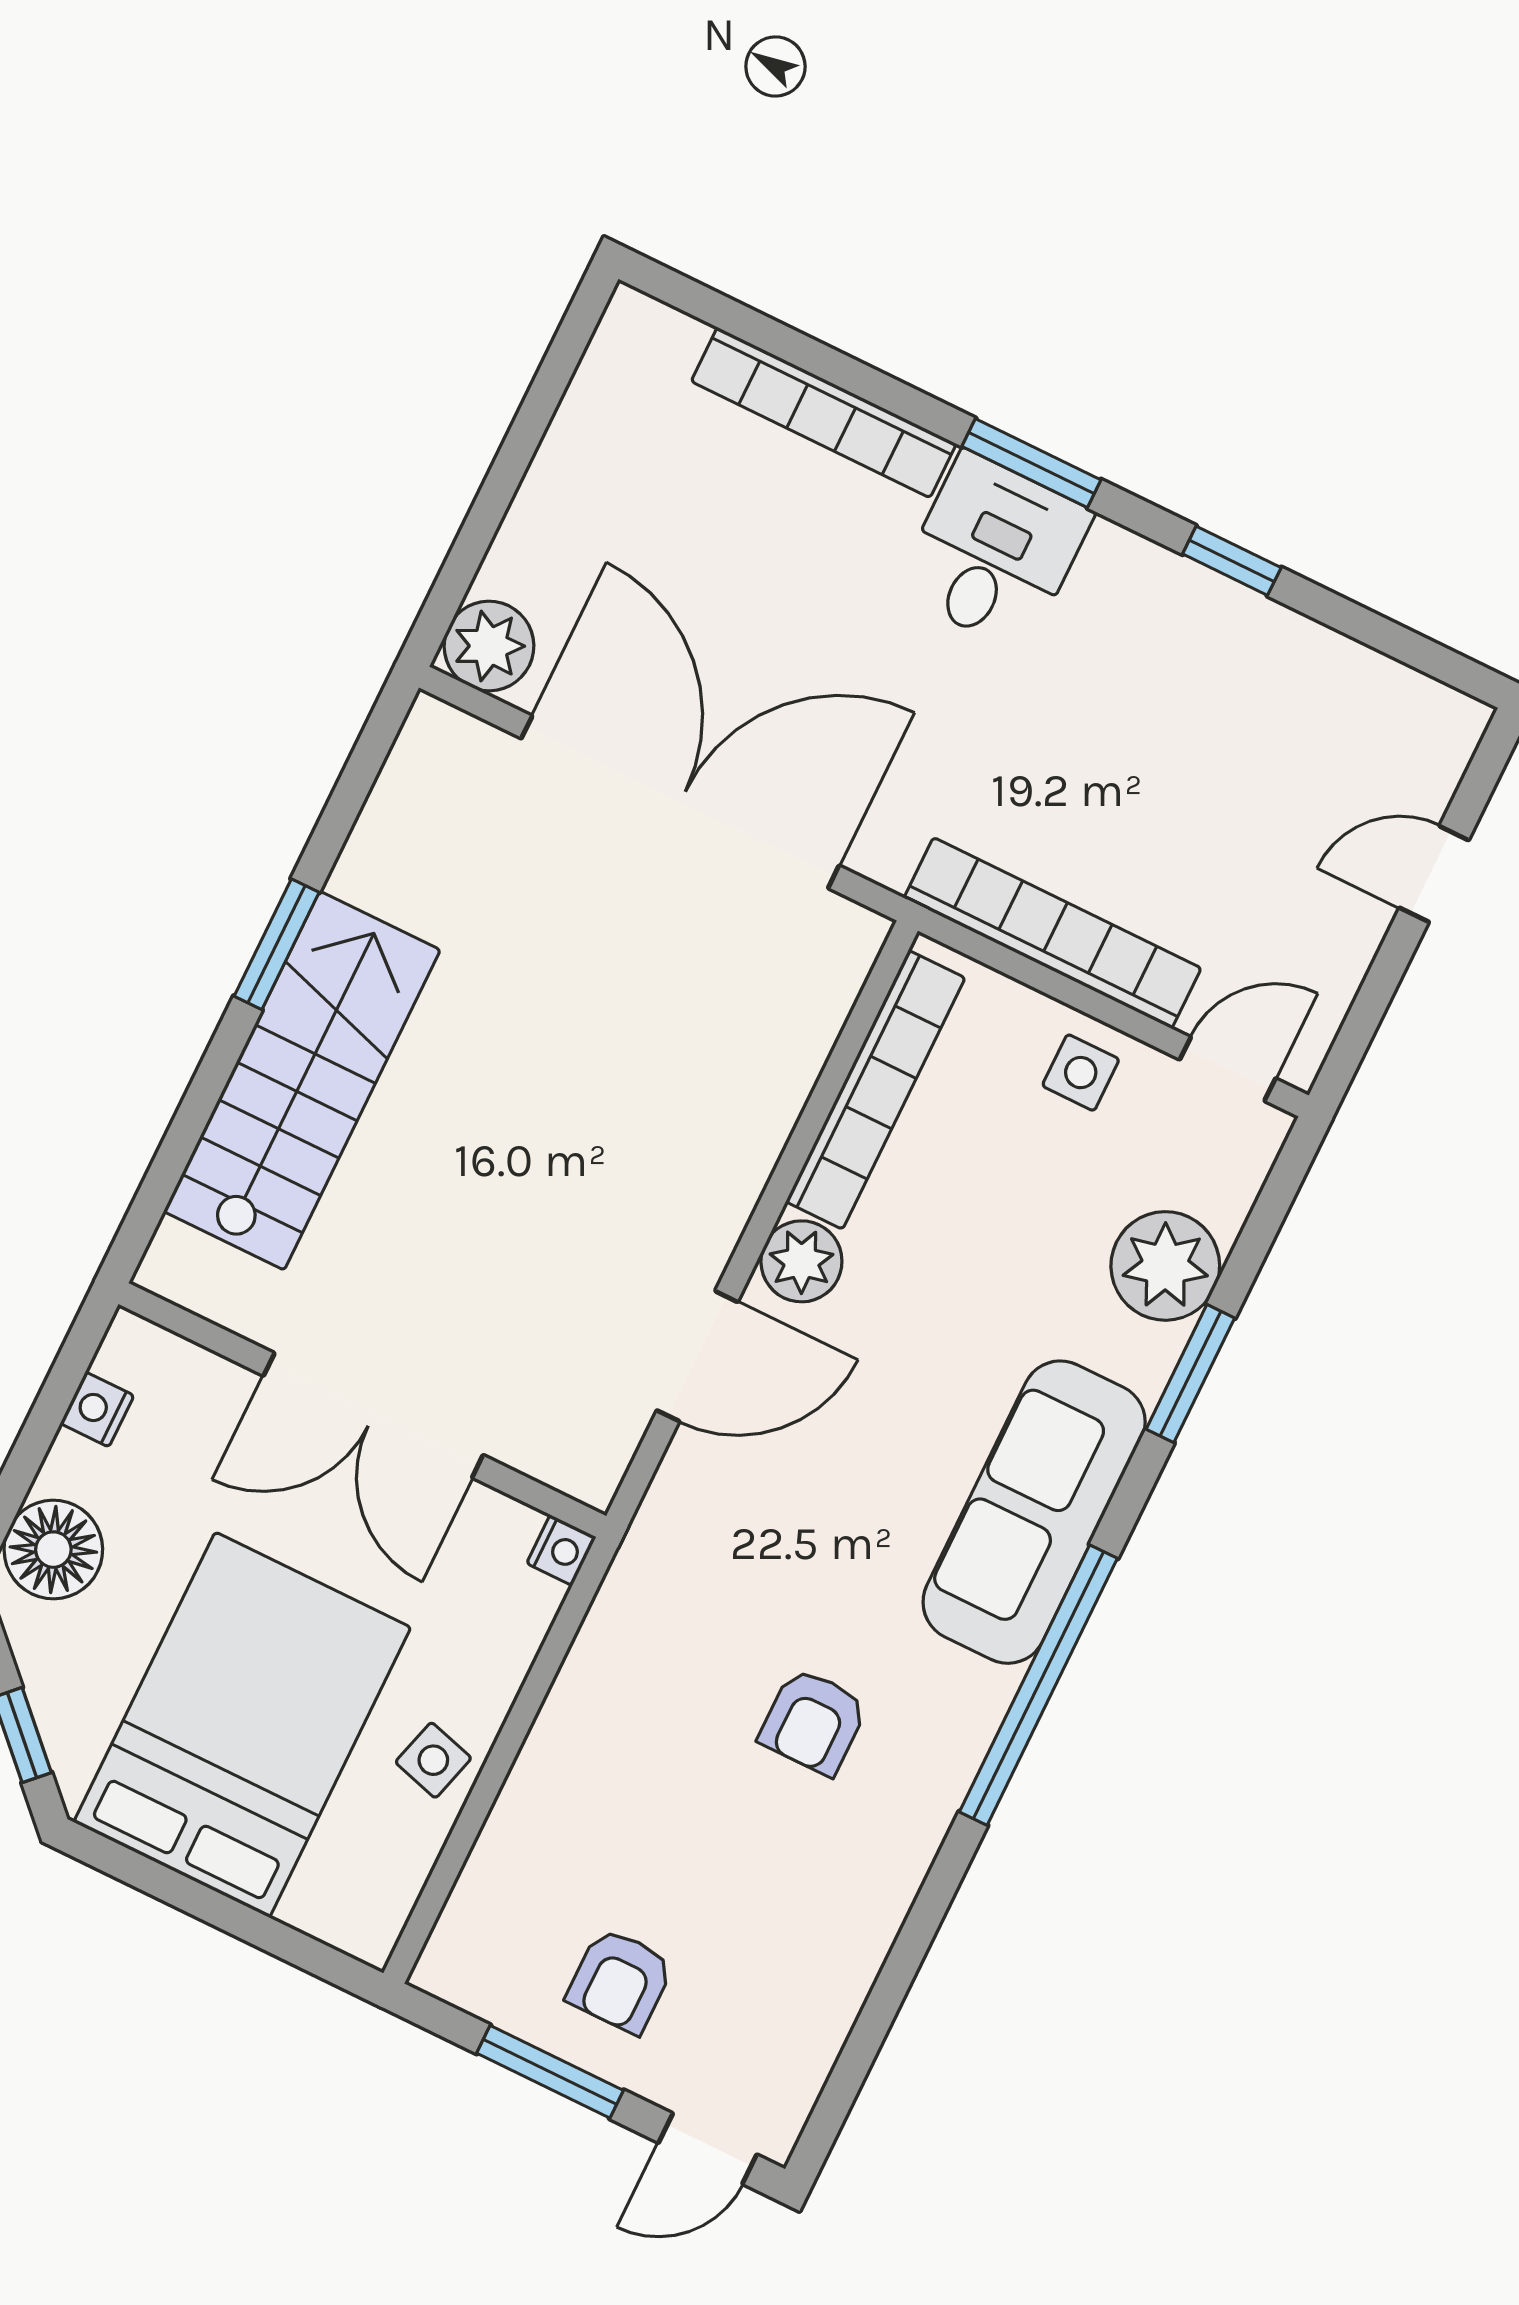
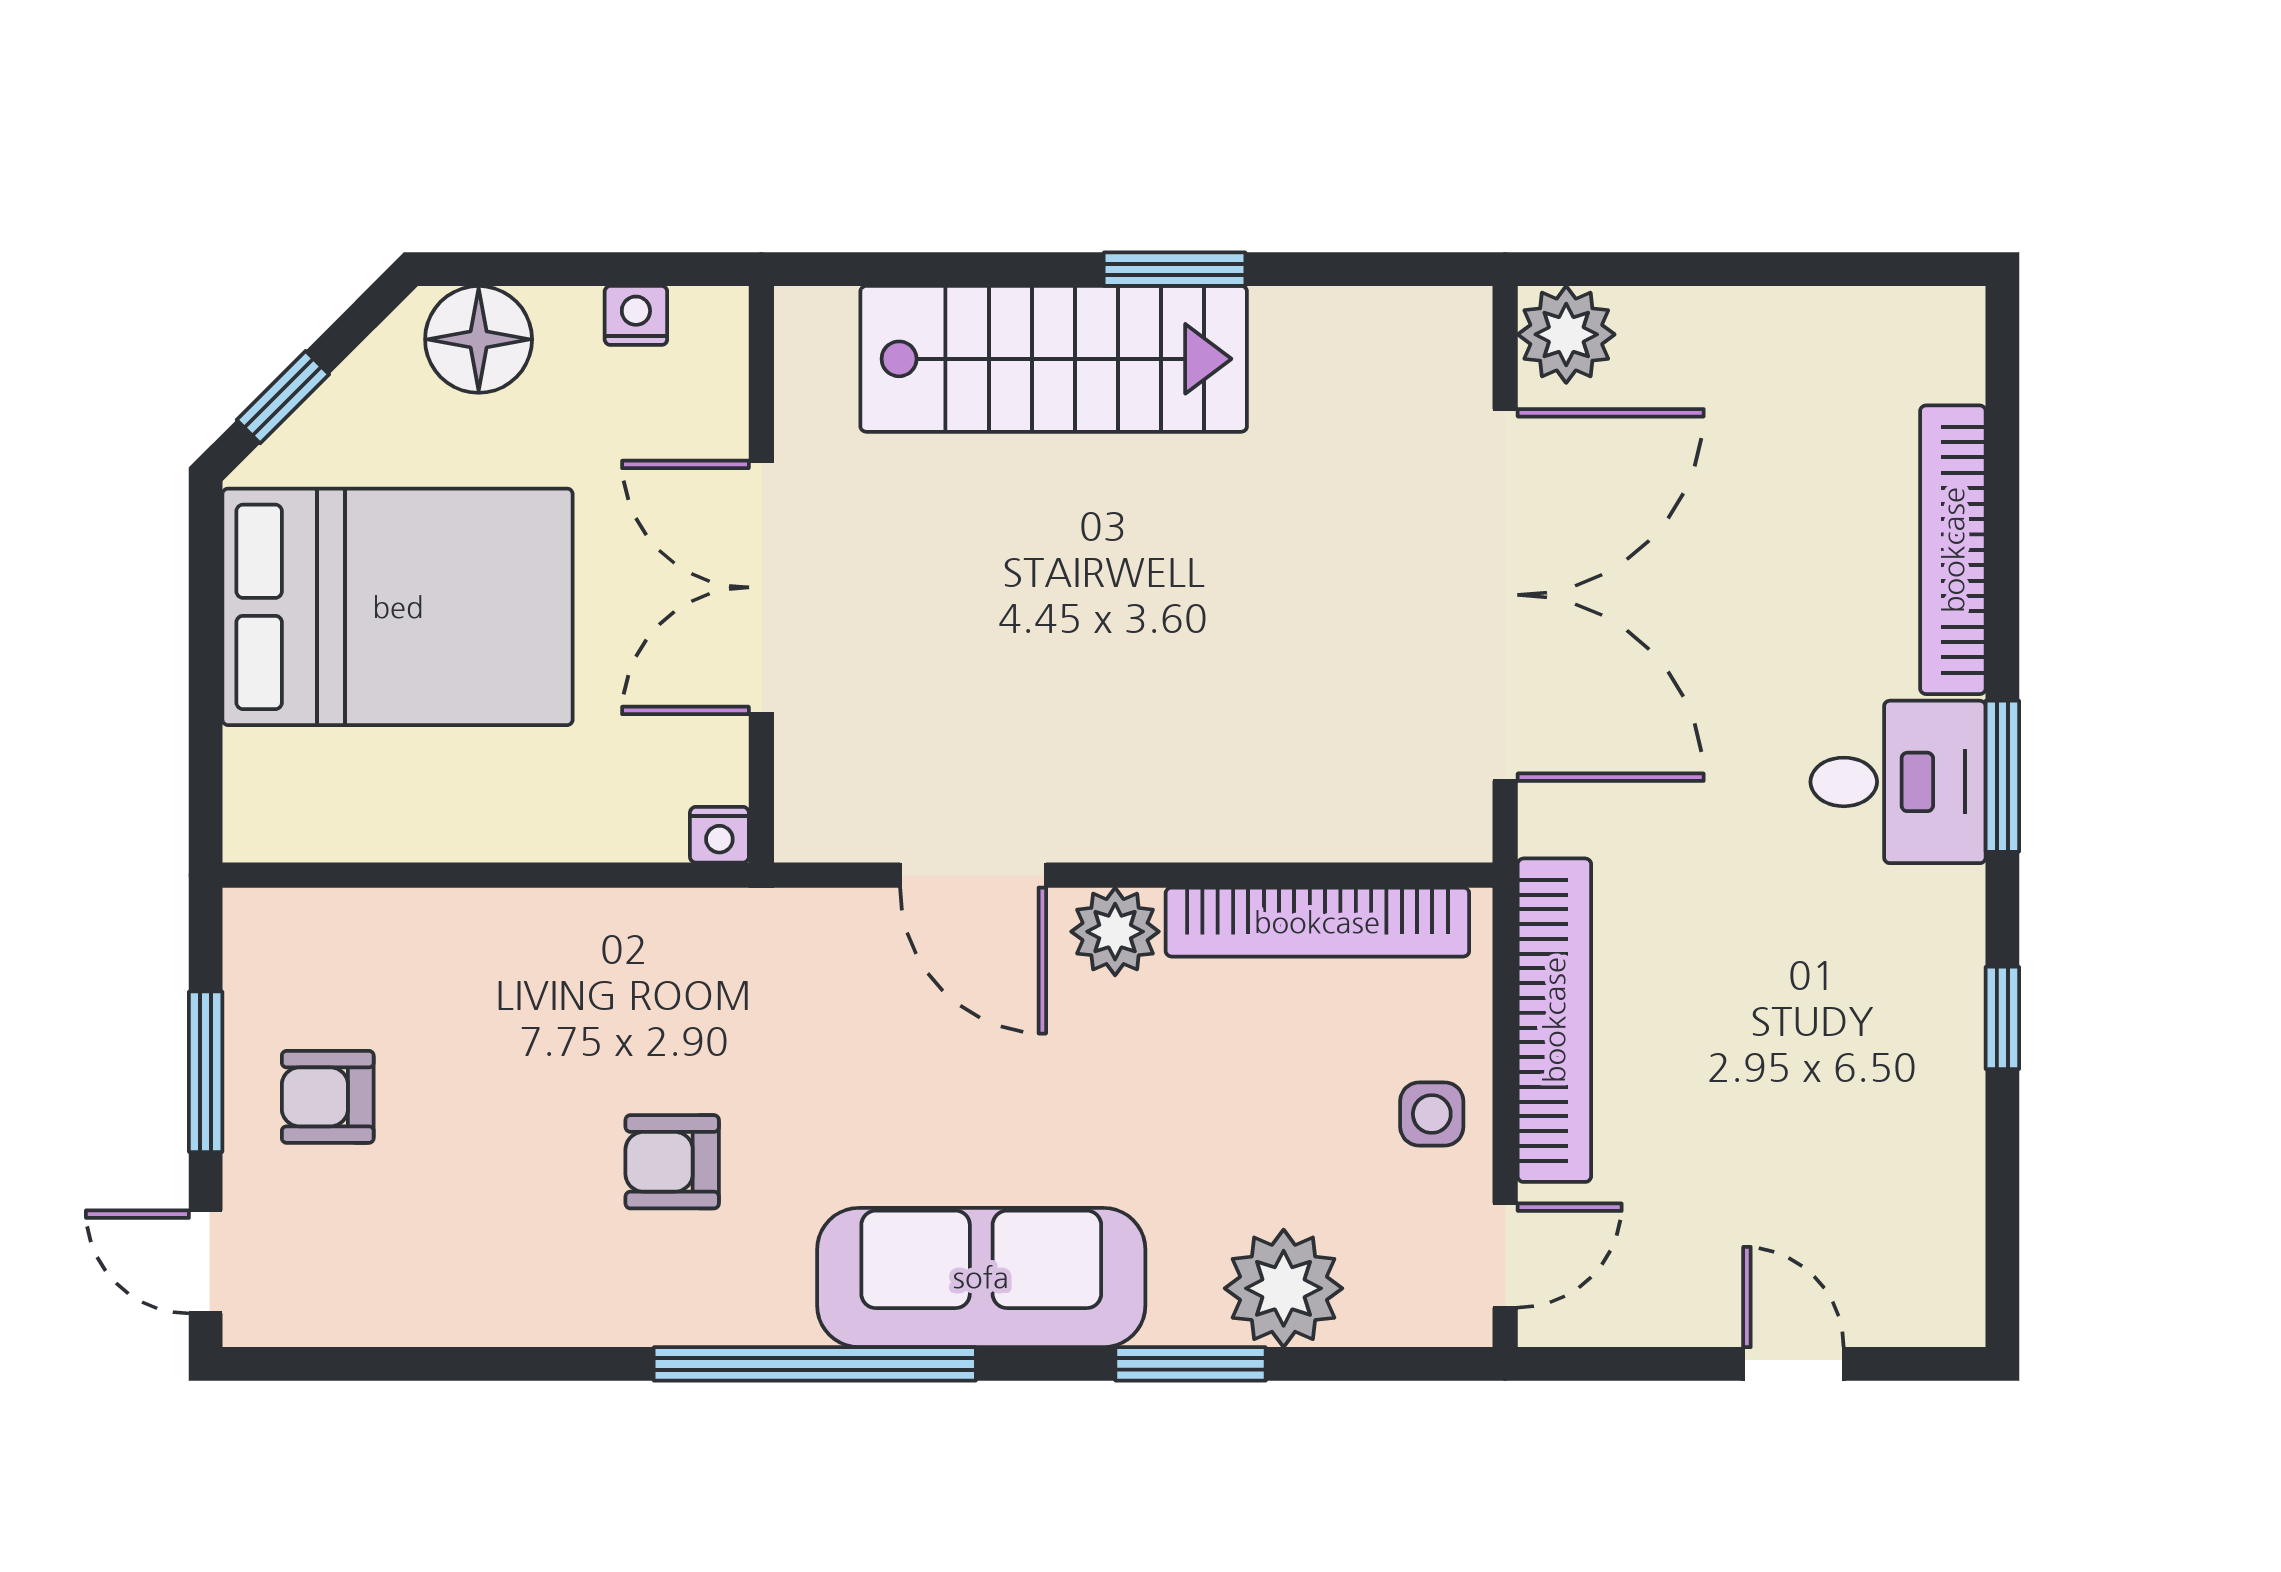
door: (1228, 1069) -> (1505, 1255), hinge flipped
side table: (433, 1760) -> (454, 810), removed

